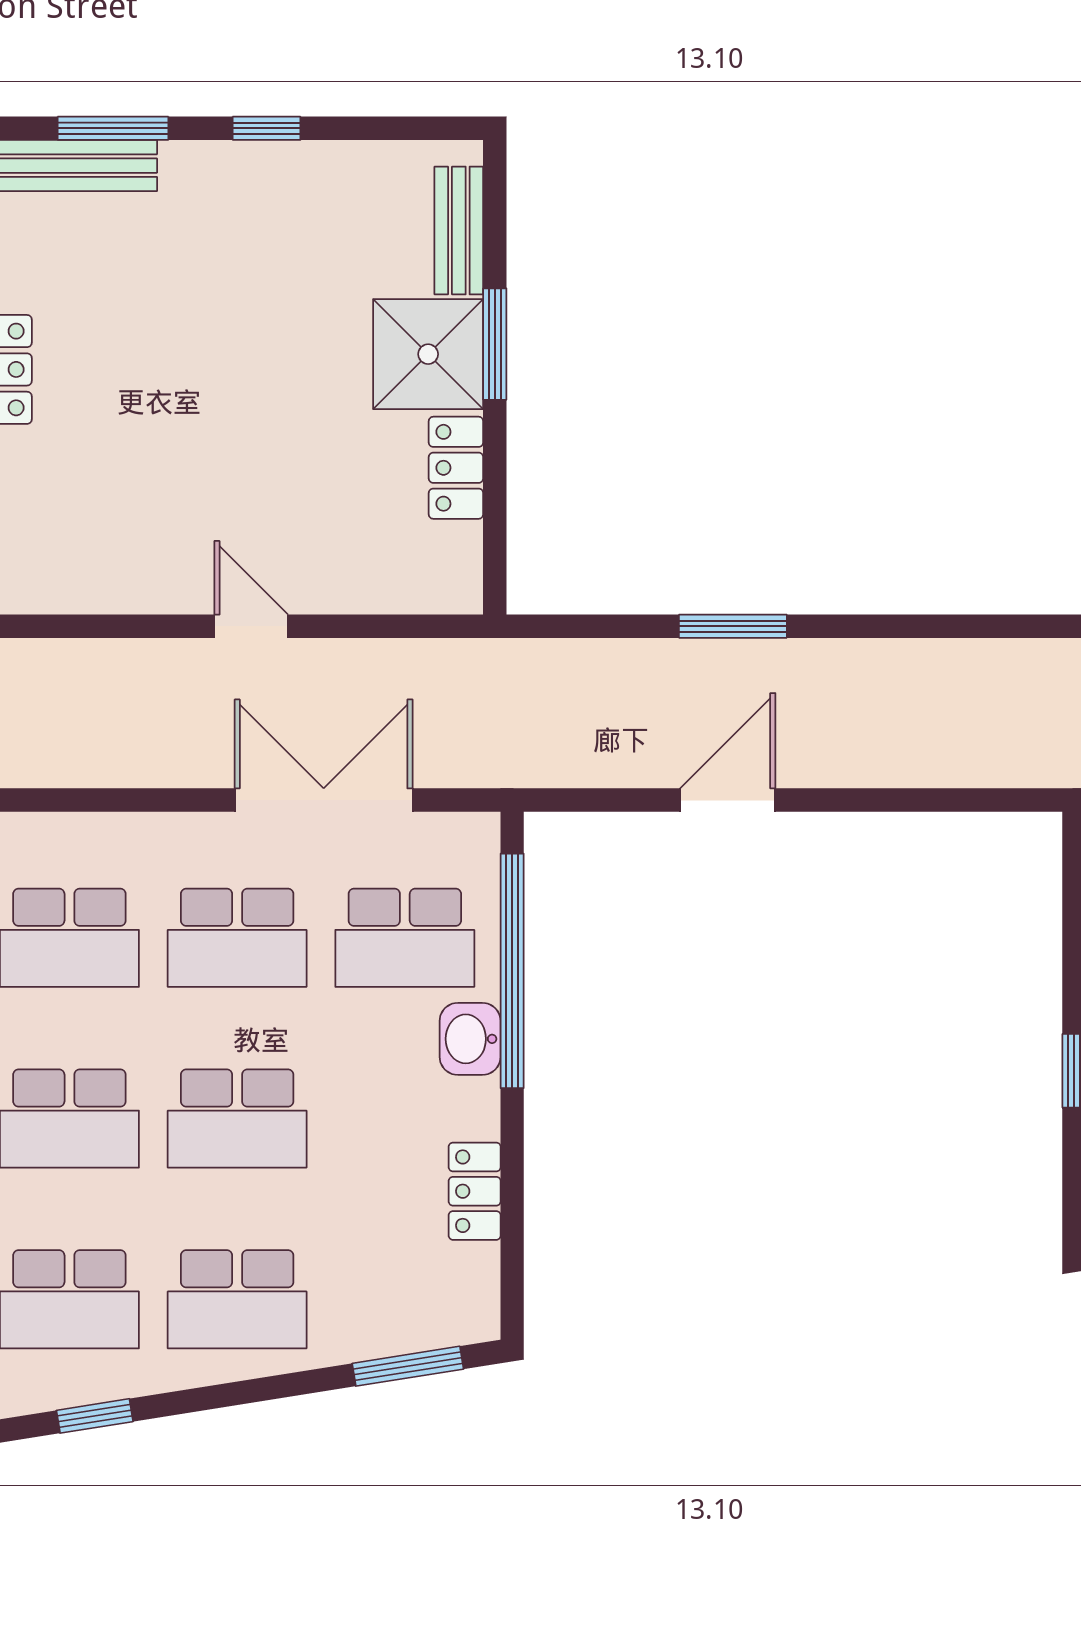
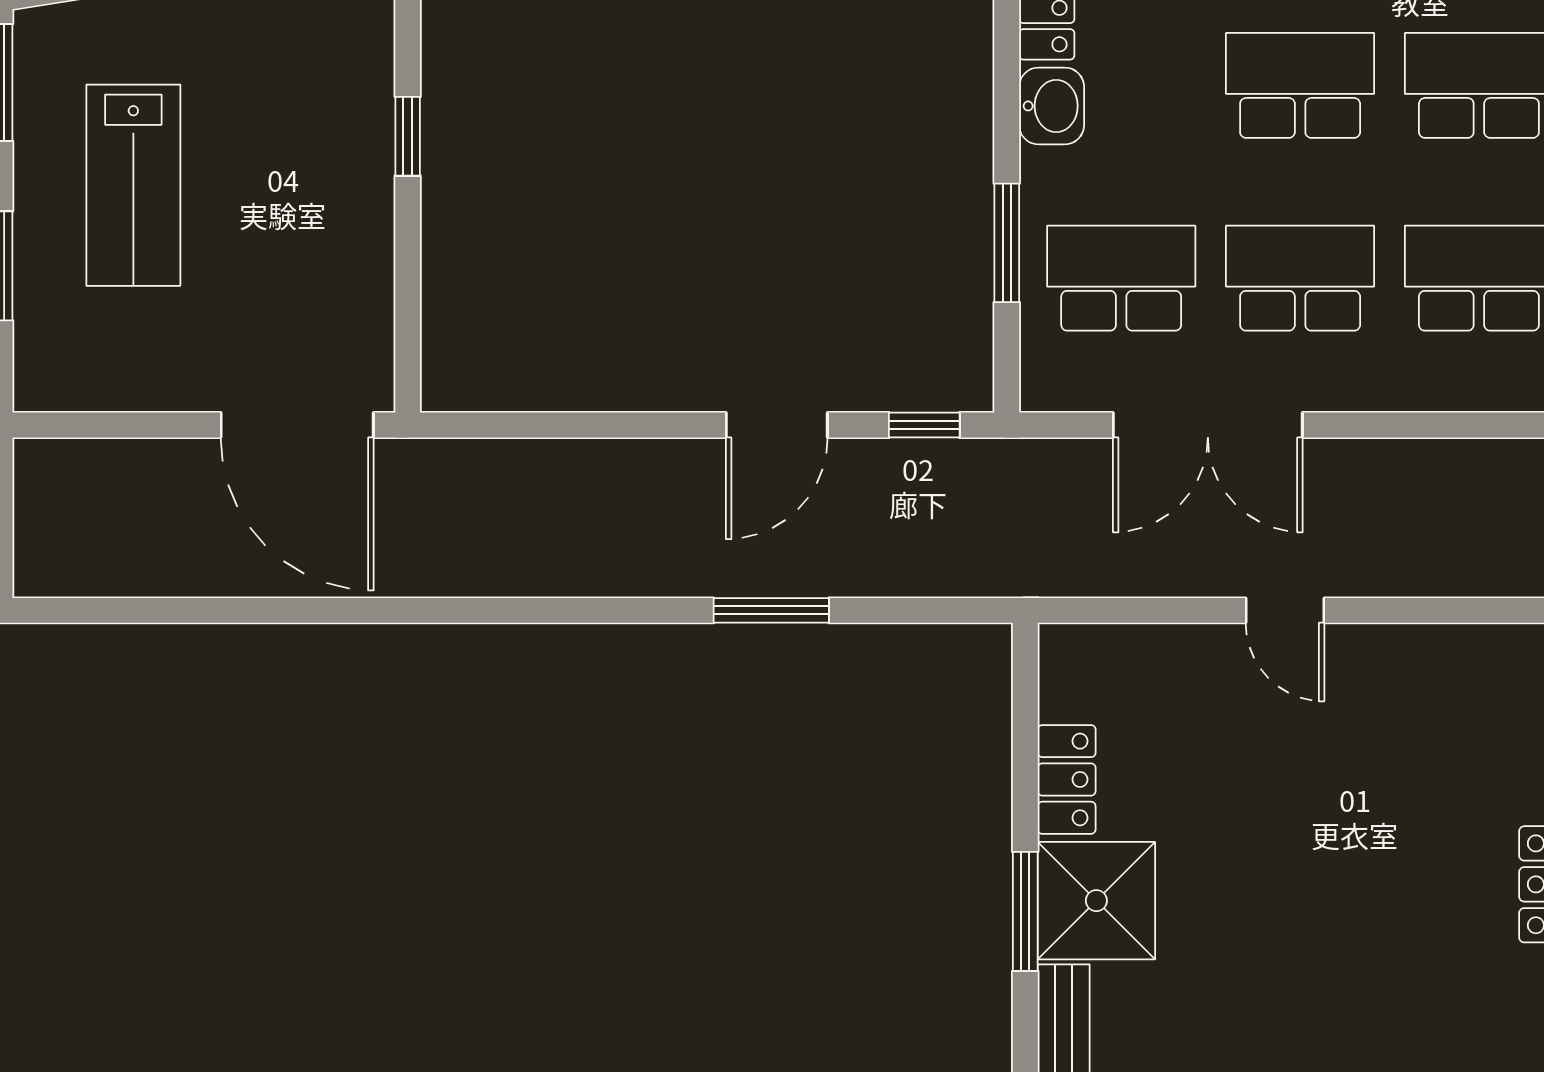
window: (589, 800) -> (924, 425), added
window: (512, 971) -> (1007, 243), width x0.47
washbasin: (470, 1039) -> (1052, 106), moved

